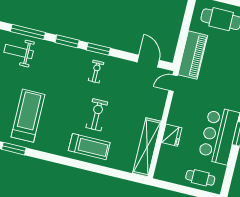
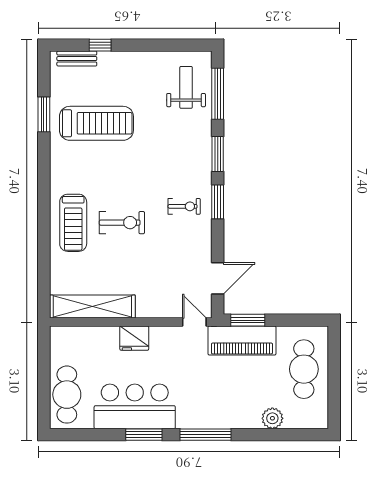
window: (180, 48) -> (248, 320), added
fridge: (172, 135) -> (134, 338), moved
cafe table: (200, 178) -> (67, 395), width x1.37, depth x1.35

